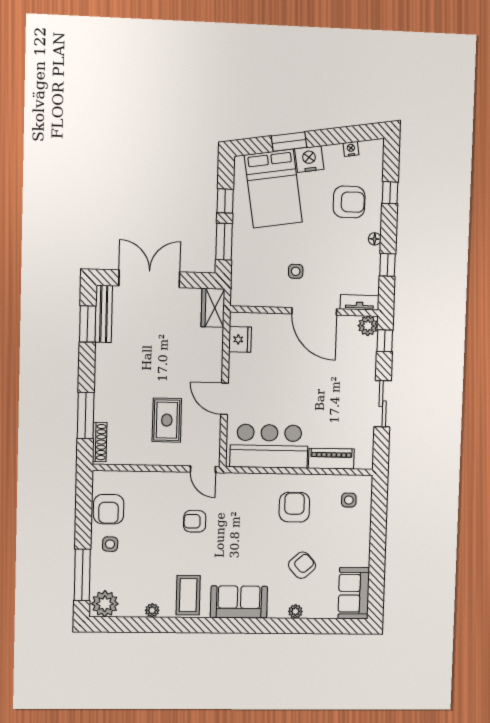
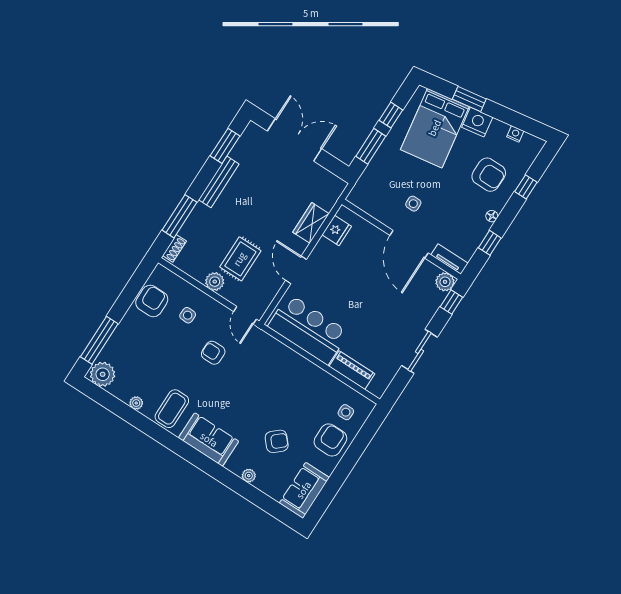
wardrobe: (213, 308) -> (311, 223), moved
bench: (104, 314) -> (219, 182), moved
shoe rack: (100, 442) -> (174, 248), width x0.70
plant: (156, 456) -> (215, 282), added
armchair: (294, 507) -> (330, 440), moved
armchair: (109, 509) -> (152, 301), turned 180
side table: (110, 544) -> (188, 315), moved

